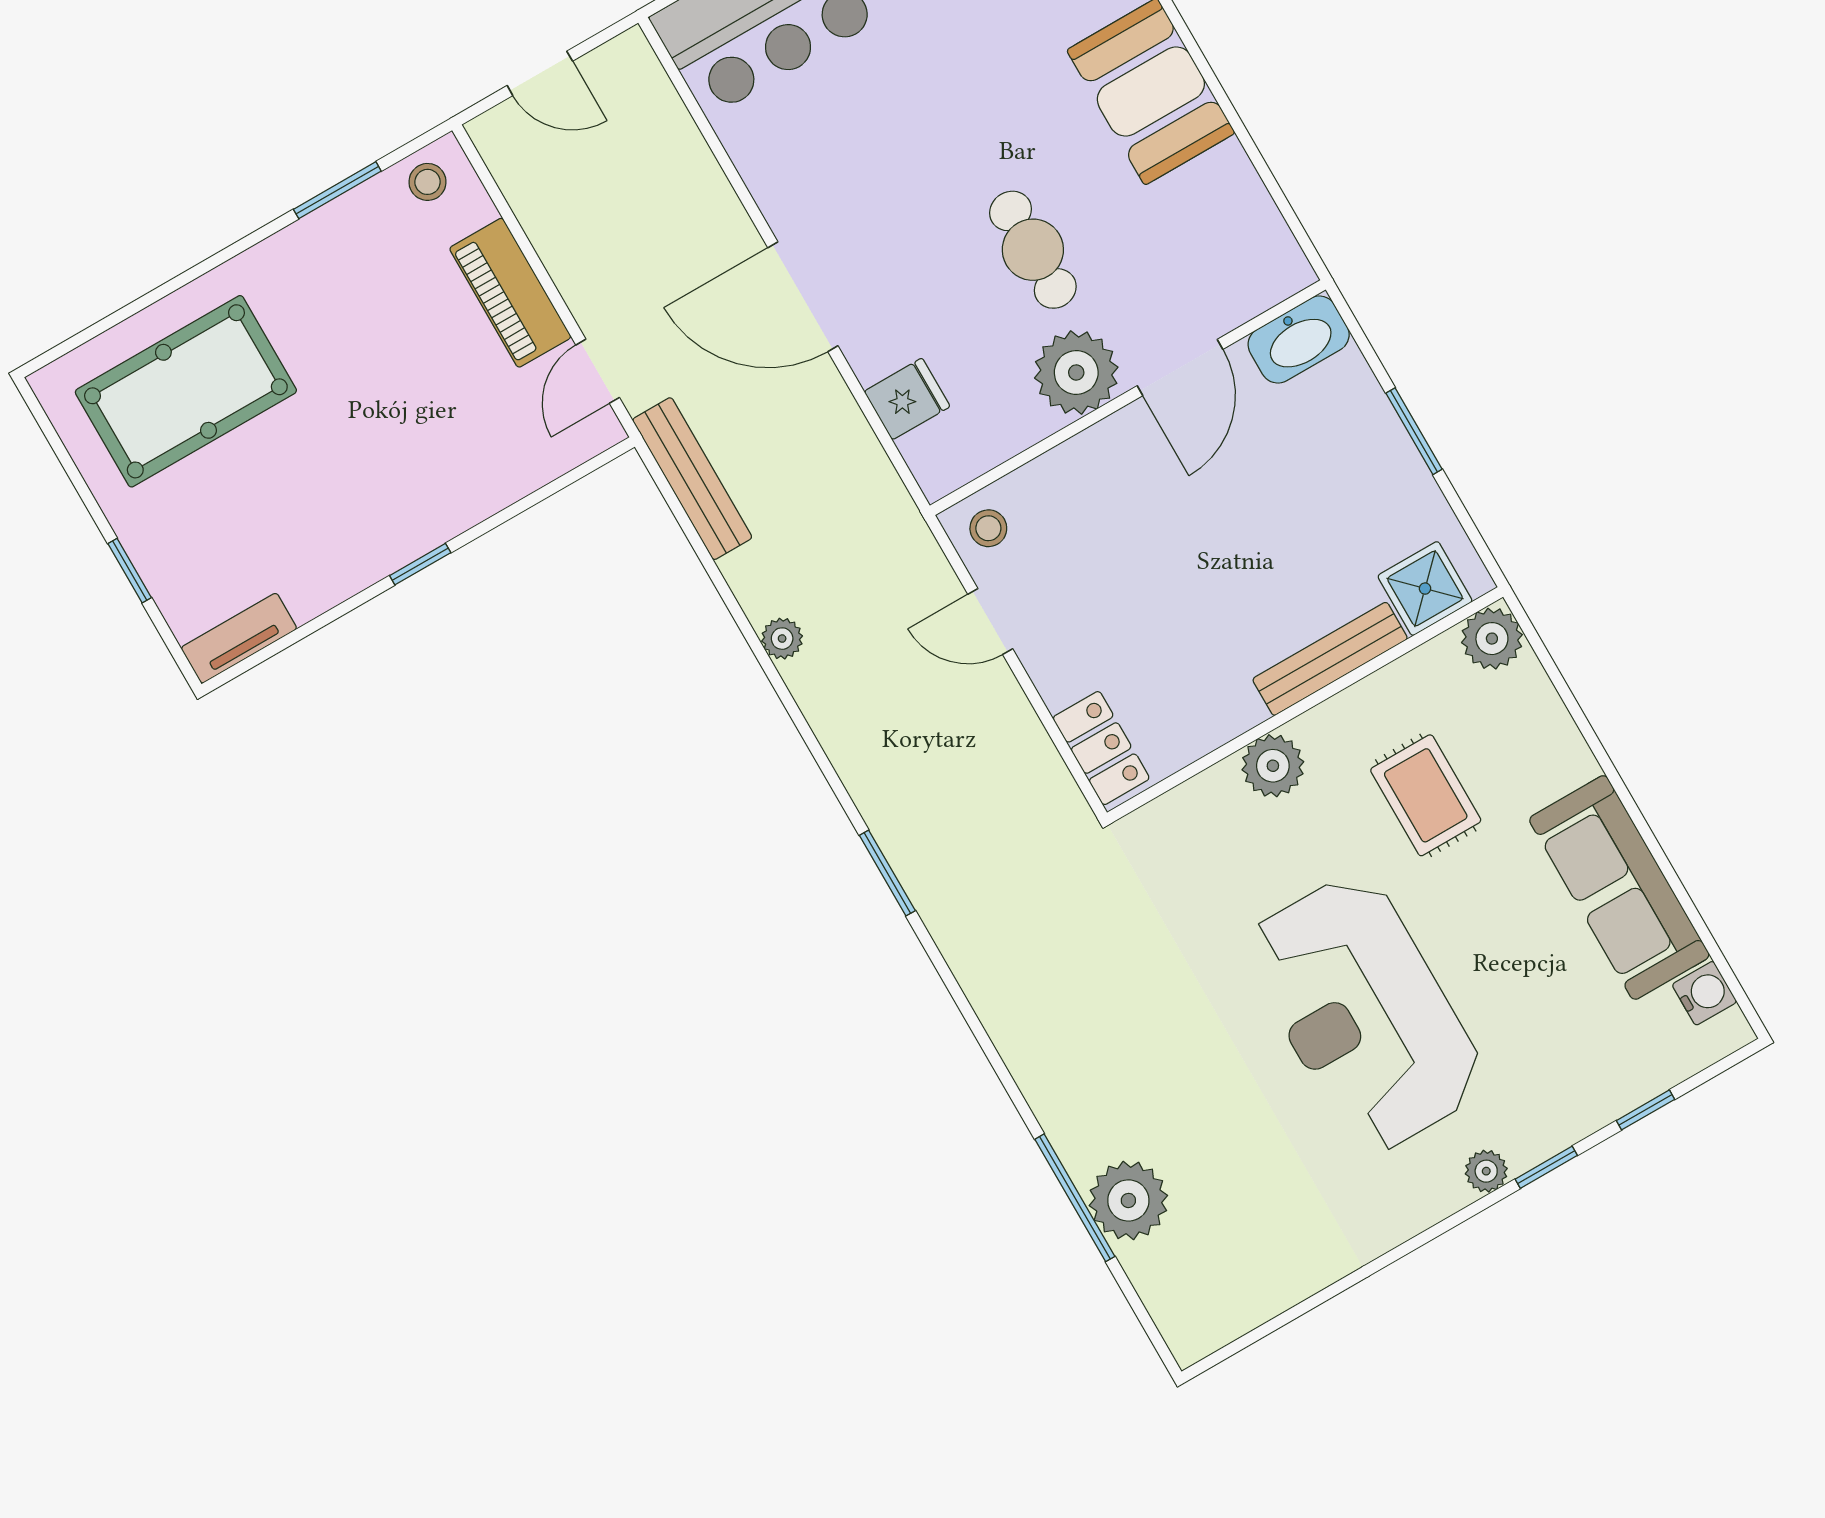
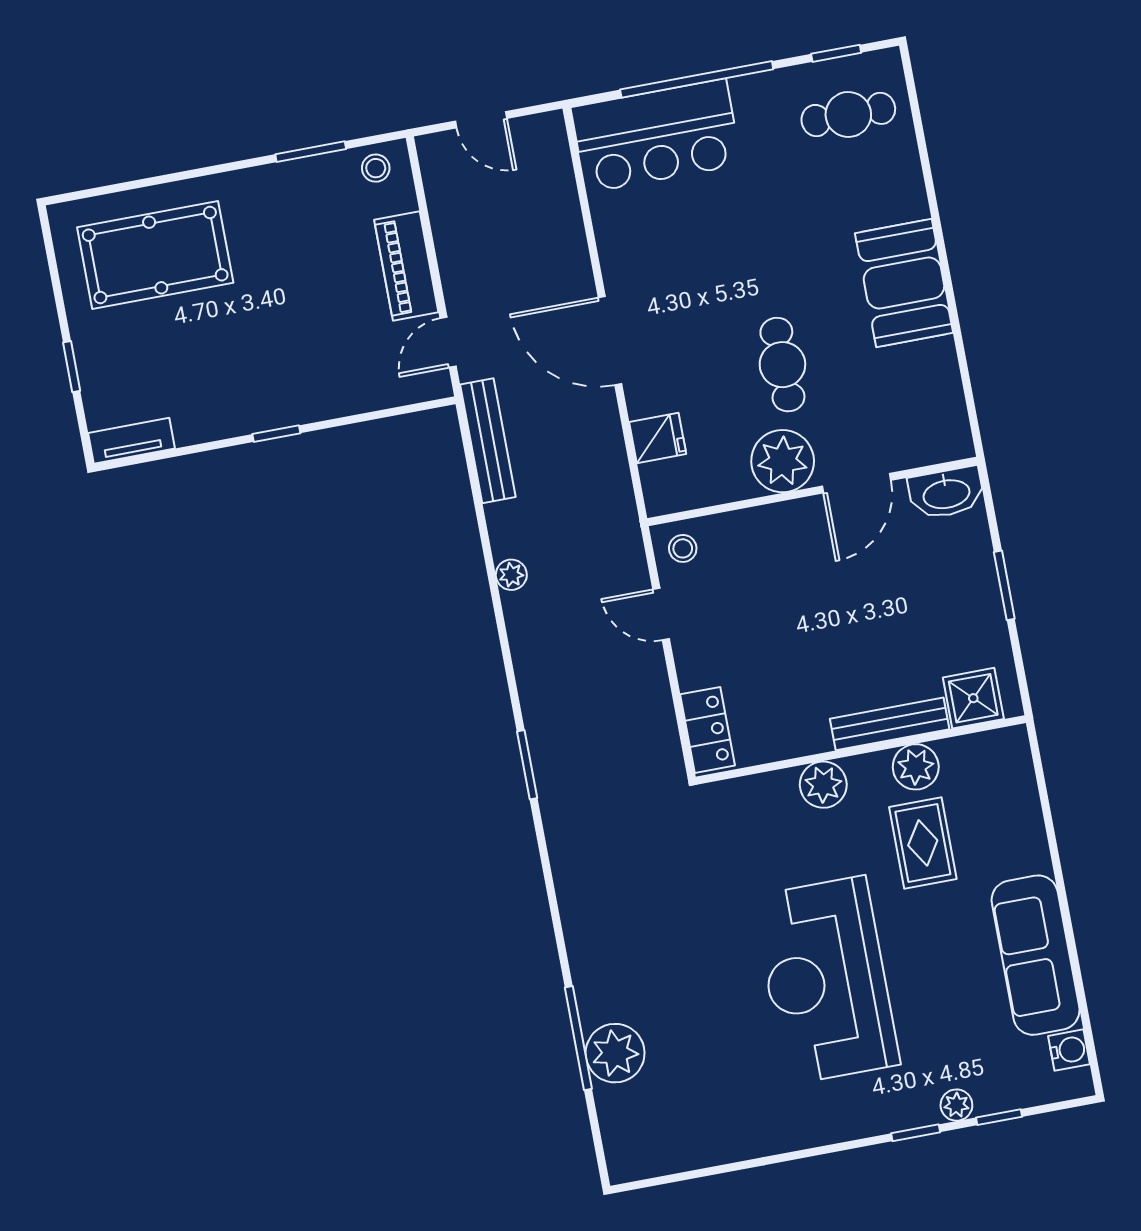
plant: (1492, 639) -> (916, 767), moved
plant: (1486, 1171) -> (956, 1105), moved

